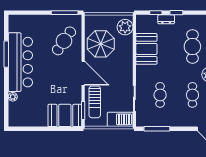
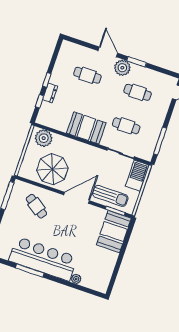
cafe table: (64, 41) -> (36, 206), width x0.73, depth x0.74
cafe table: (192, 46) -> (87, 75), width x0.73, depth x0.74
booth: (146, 49) -> (86, 128), moved

